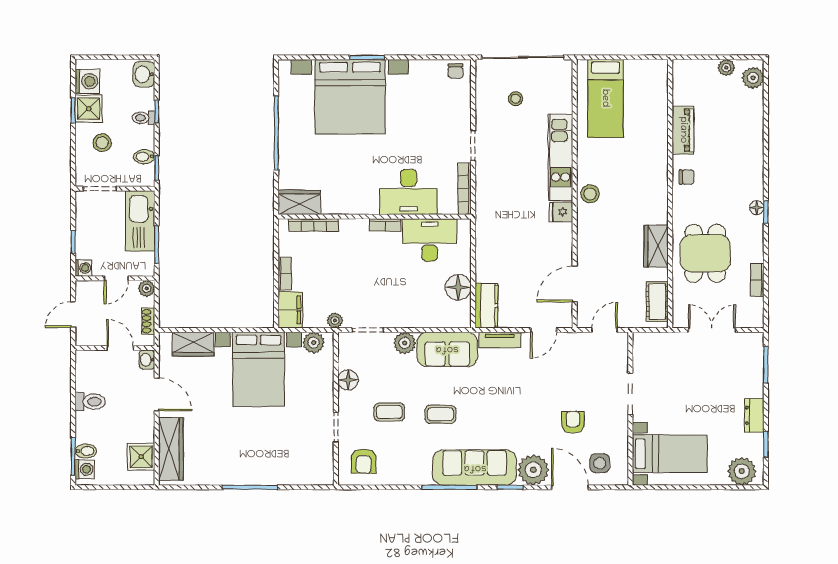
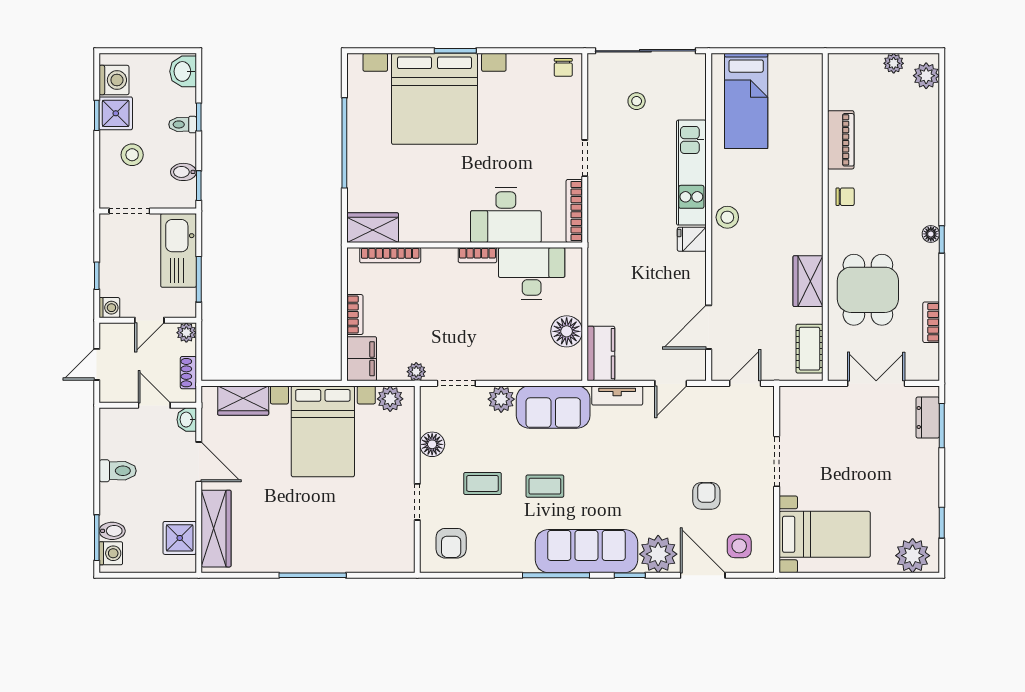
dresser: (754, 415) -> (928, 417), moved

